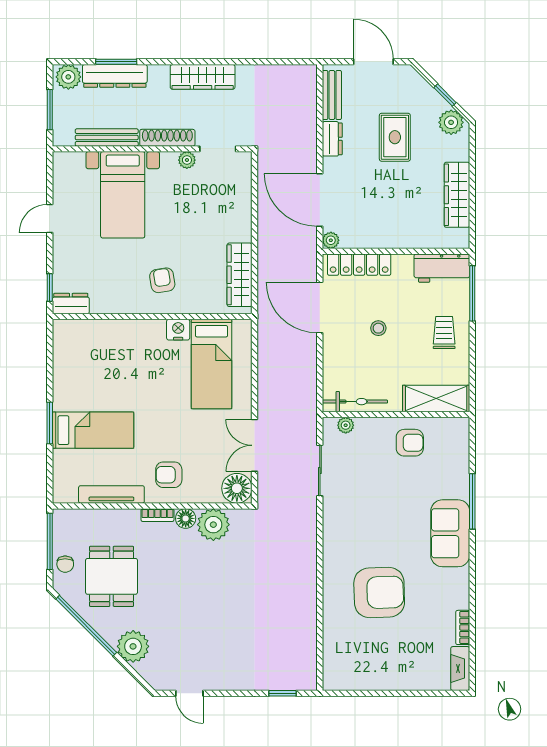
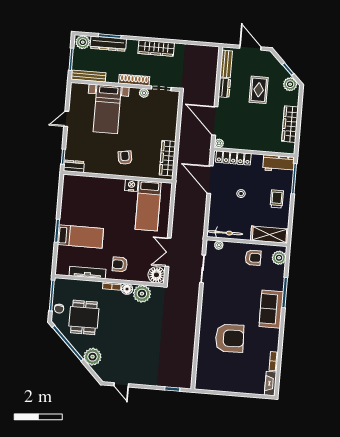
bench: (107, 137) -> (88, 76), moved
plant: (457, 439) -> (279, 258), added

